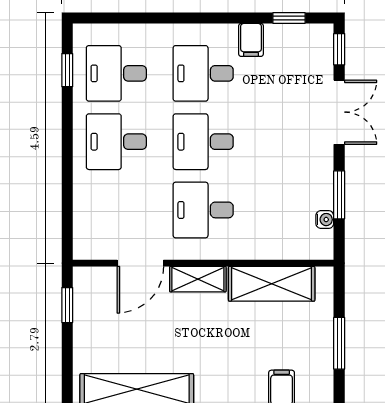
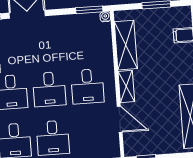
window: (339, 195) -> (89, 10), moved
water cooler: (325, 220) -> (105, 17), moved

